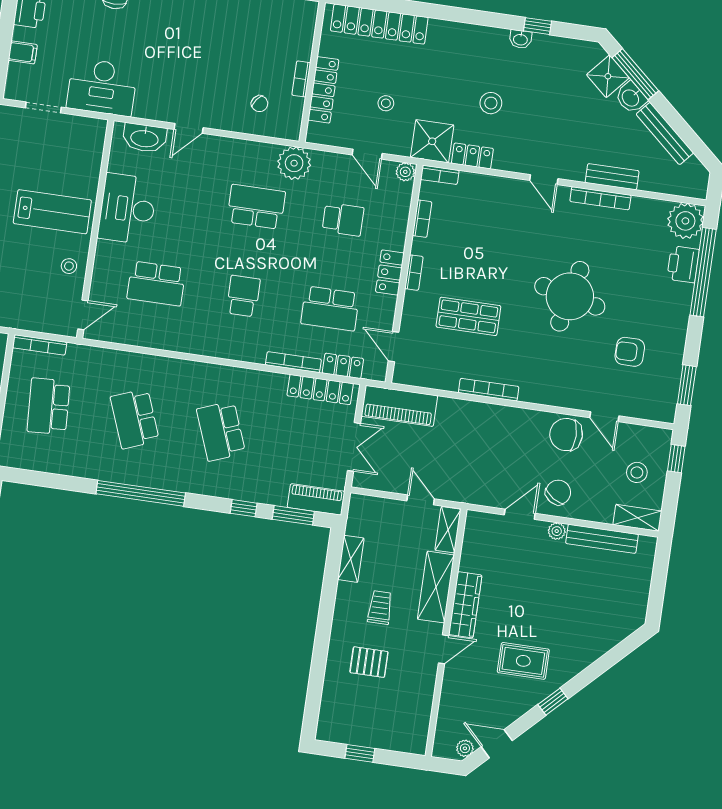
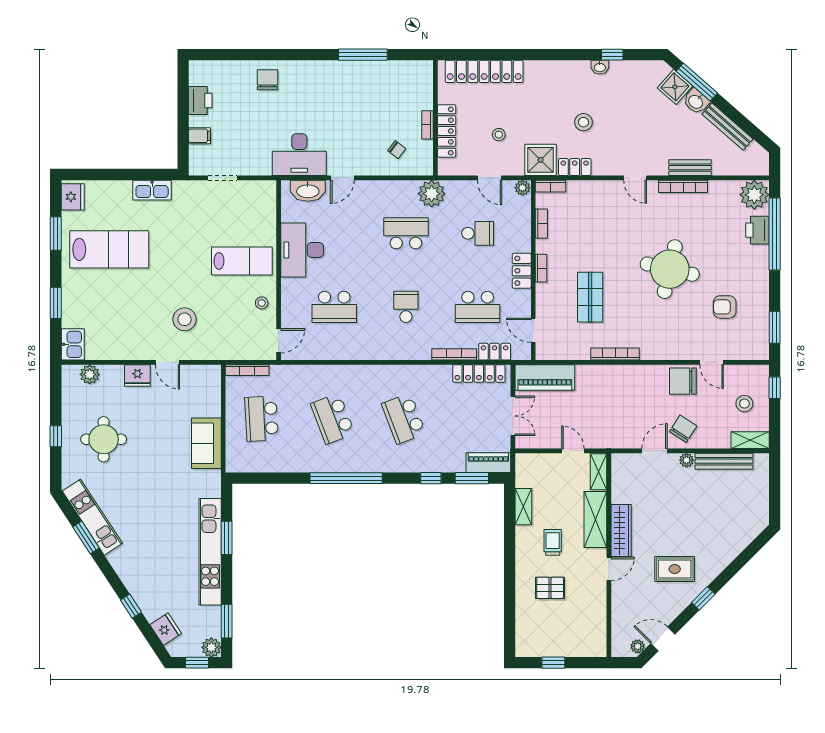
desk: (102, 87) -> (299, 155), moved
shop shelf: (468, 316) -> (590, 297), turned 90

